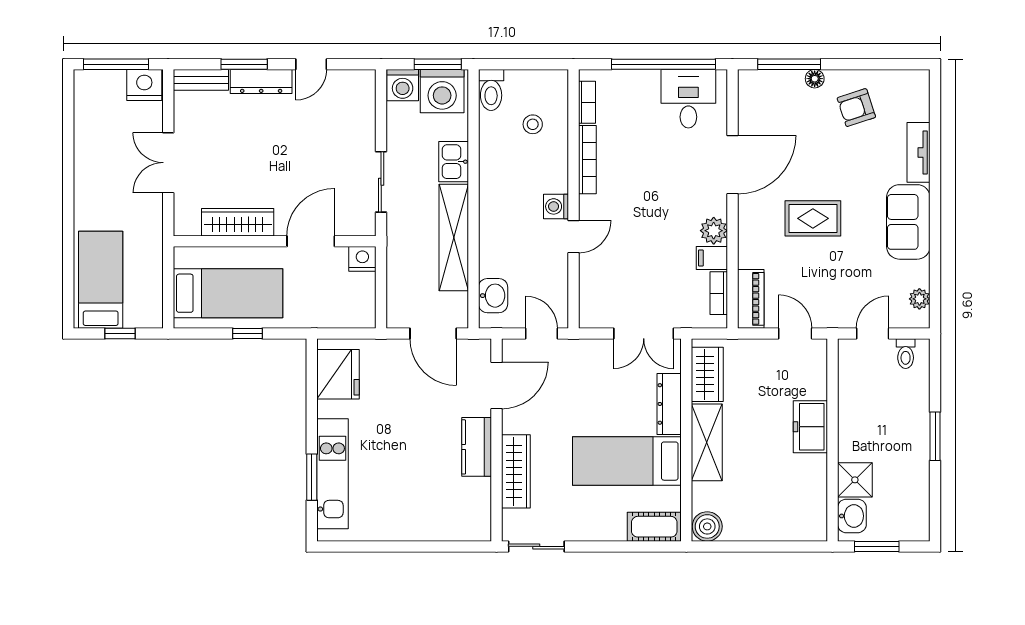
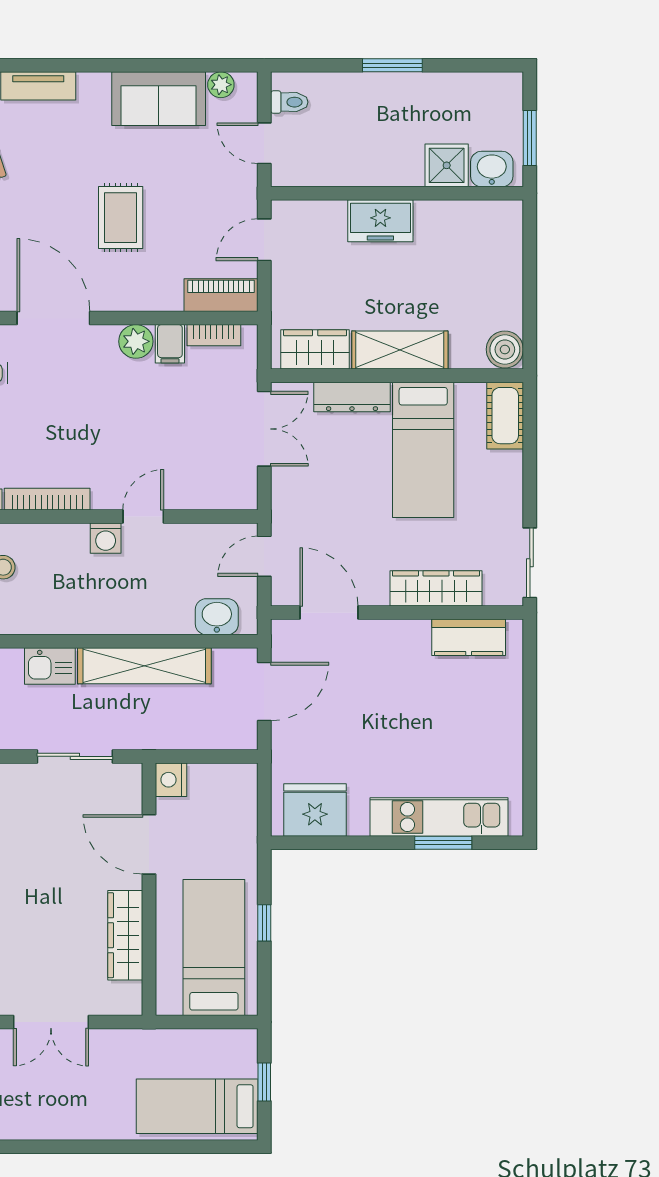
sofa: (908, 222) -> (159, 99), moved
door: (573, 237) -> (143, 516), hinge flipped
kitchen counter: (477, 447) -> (469, 637), moved

